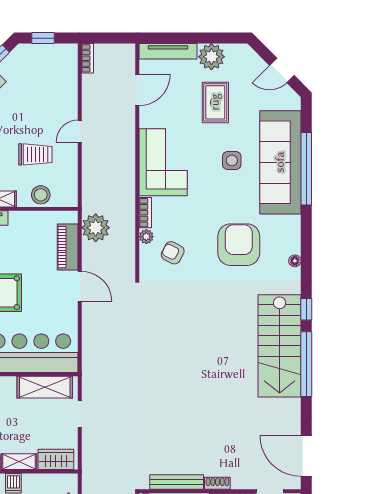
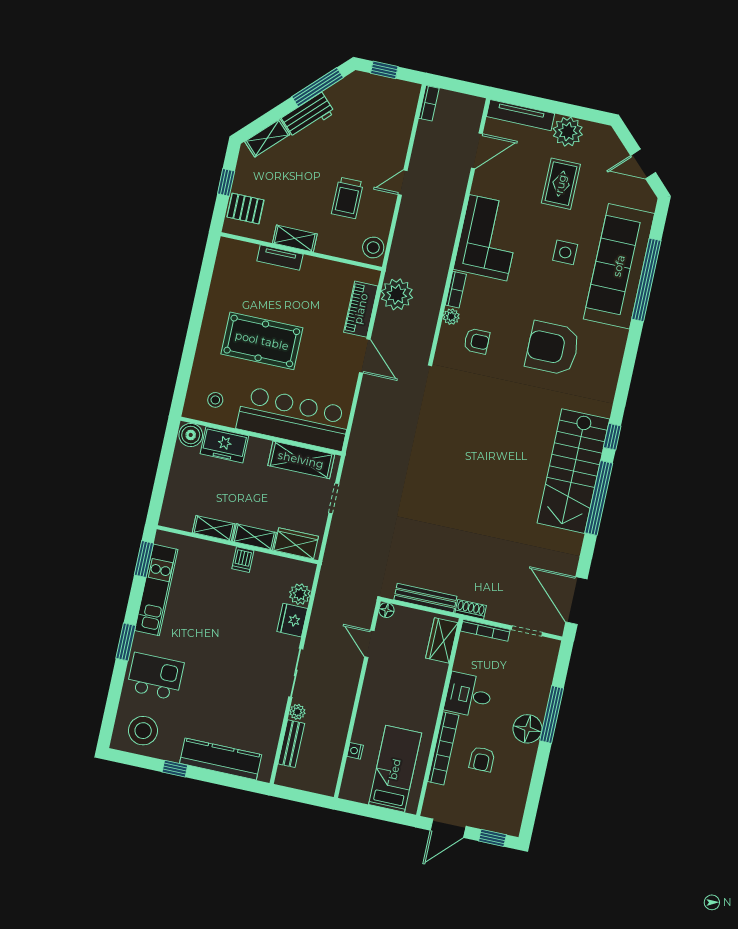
trolley: (35, 154) -> (347, 198), turned 90
stool: (41, 195) -> (373, 248), moved
armchair: (239, 245) -> (553, 348), turned -90
armchair: (173, 253) -> (477, 341), turned 153
floor lamp: (295, 261) -> (611, 380), removed

